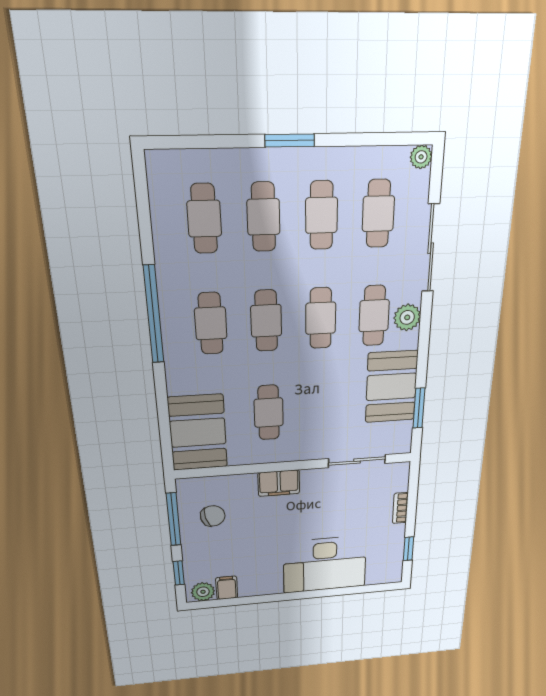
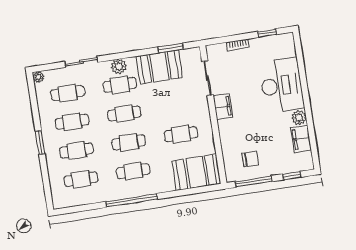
sliding door: (431, 248) -> (81, 62), width x0.73
filing cabinet: (279, 483) -> (223, 107), moved
chair: (213, 516) -> (250, 159), turned 104
filing cabinet: (227, 588) -> (301, 139), width x2.00
plant: (203, 592) -> (299, 118), moved

